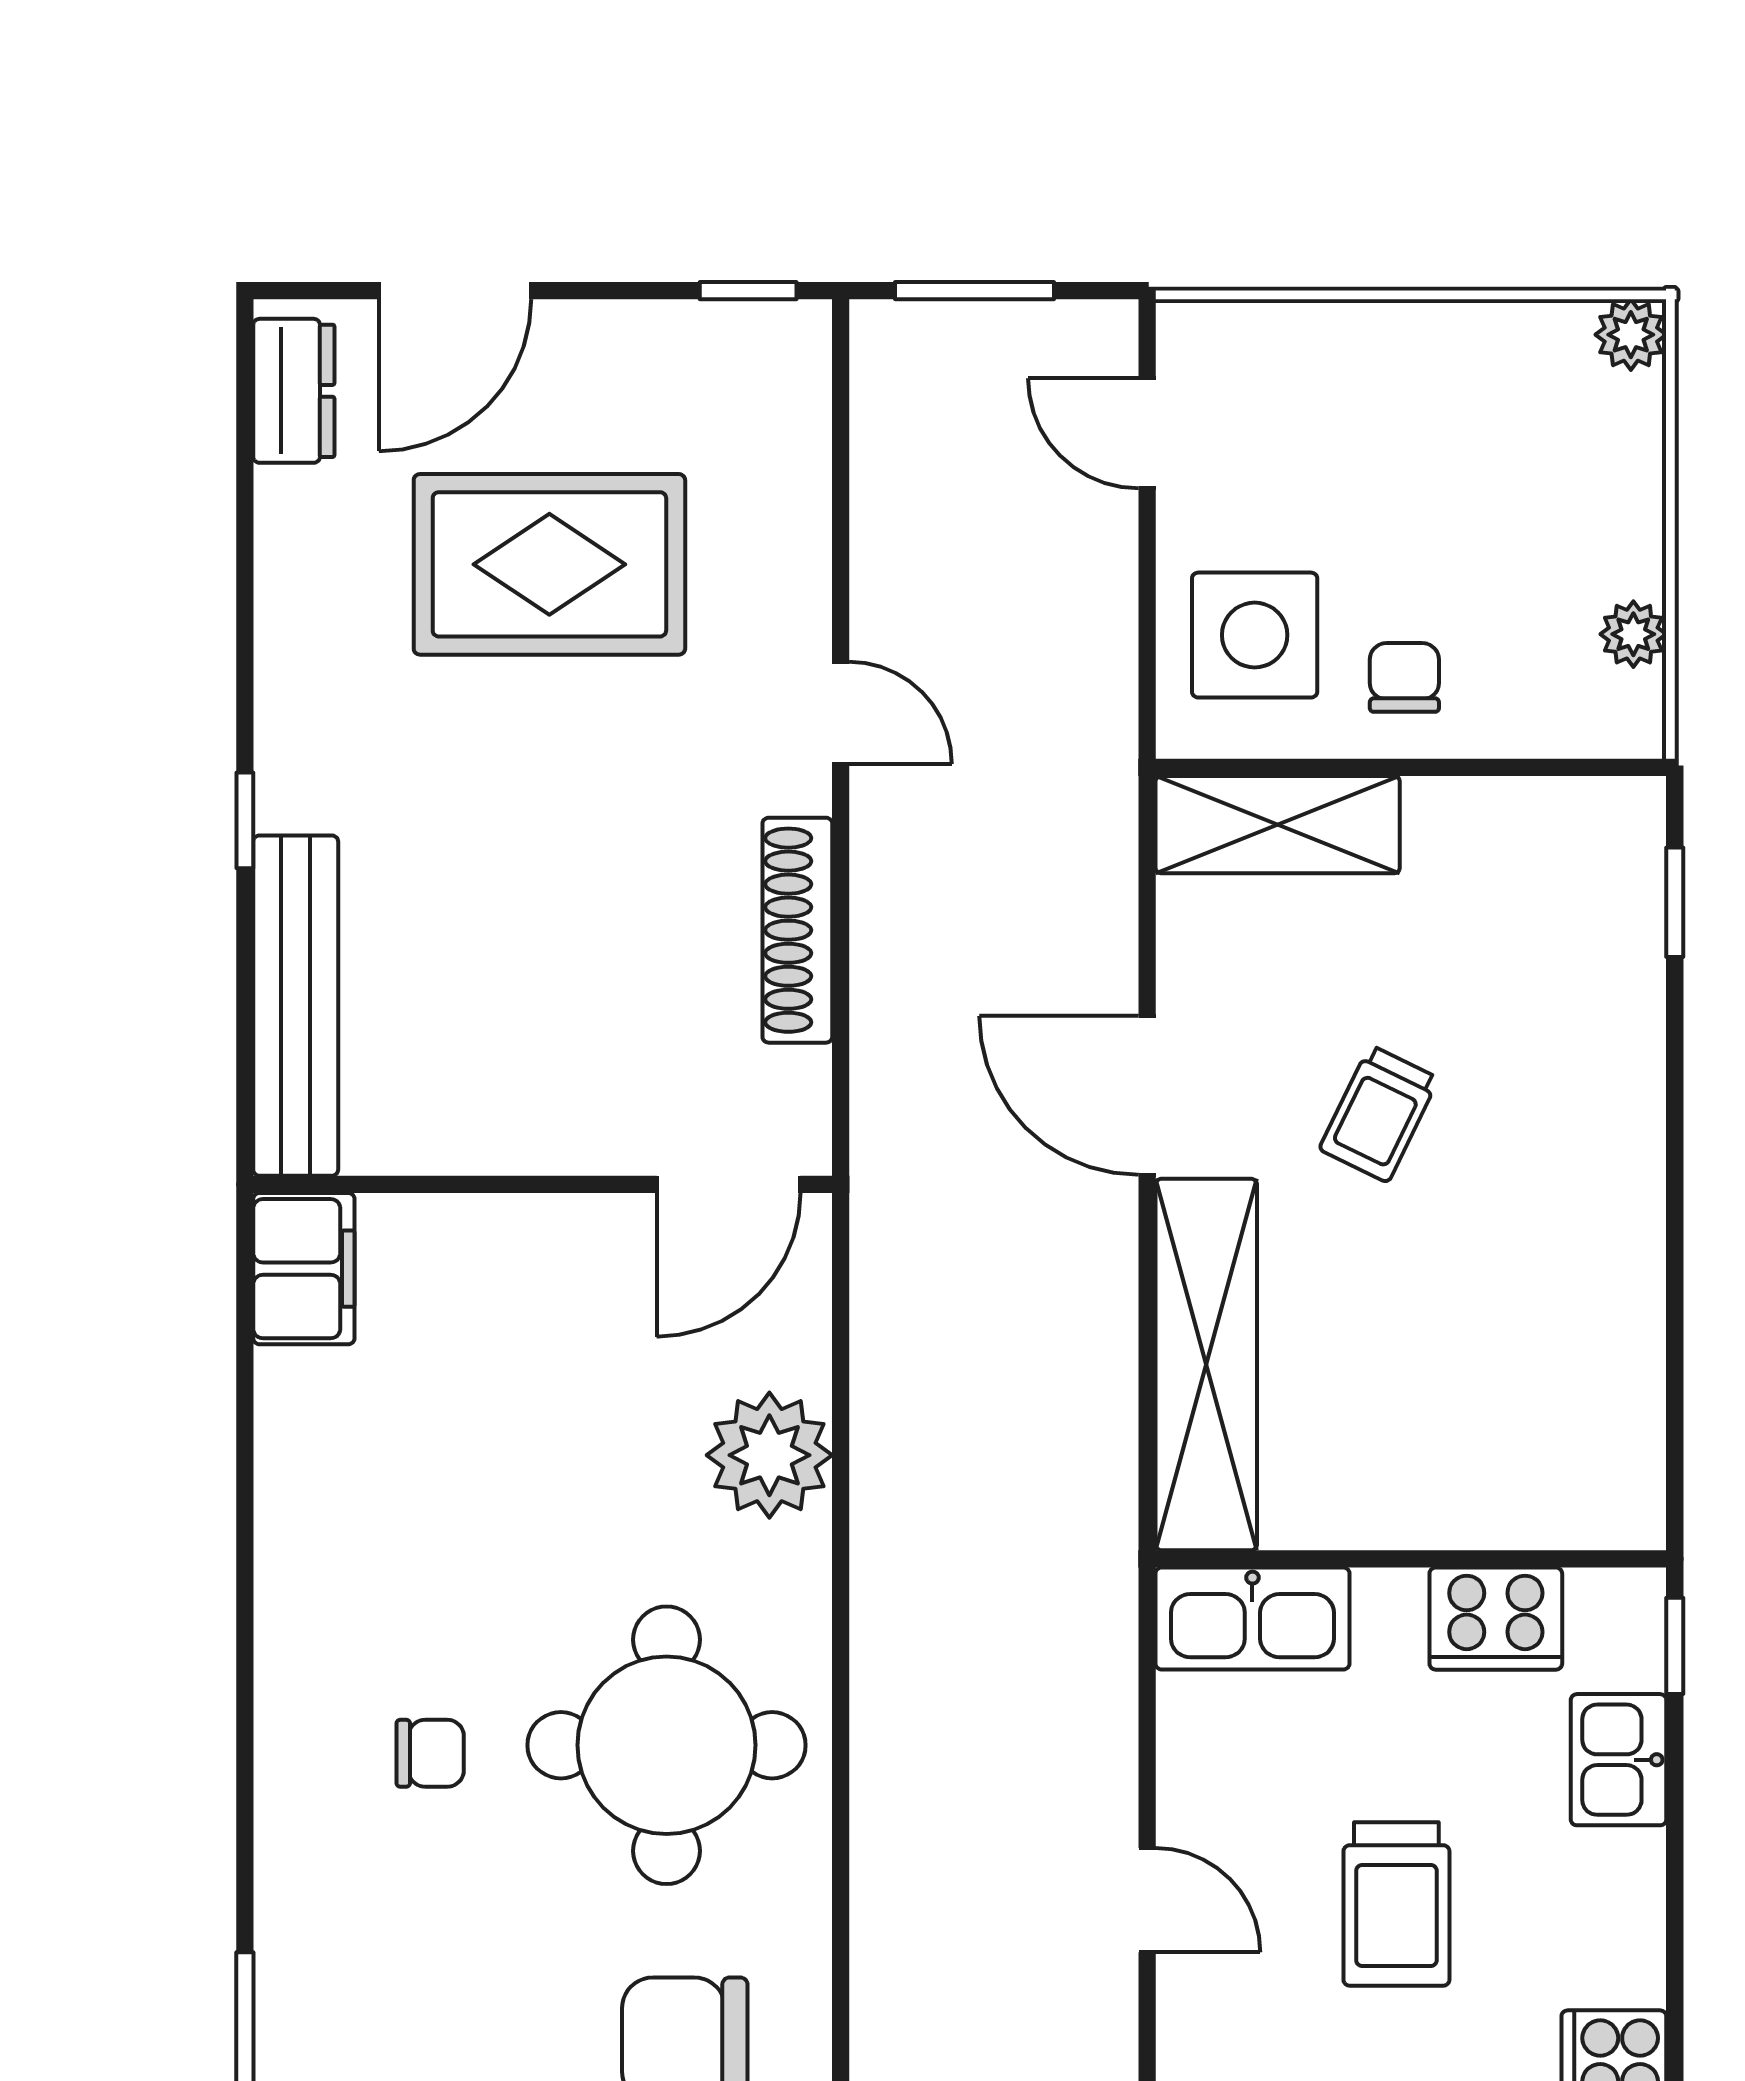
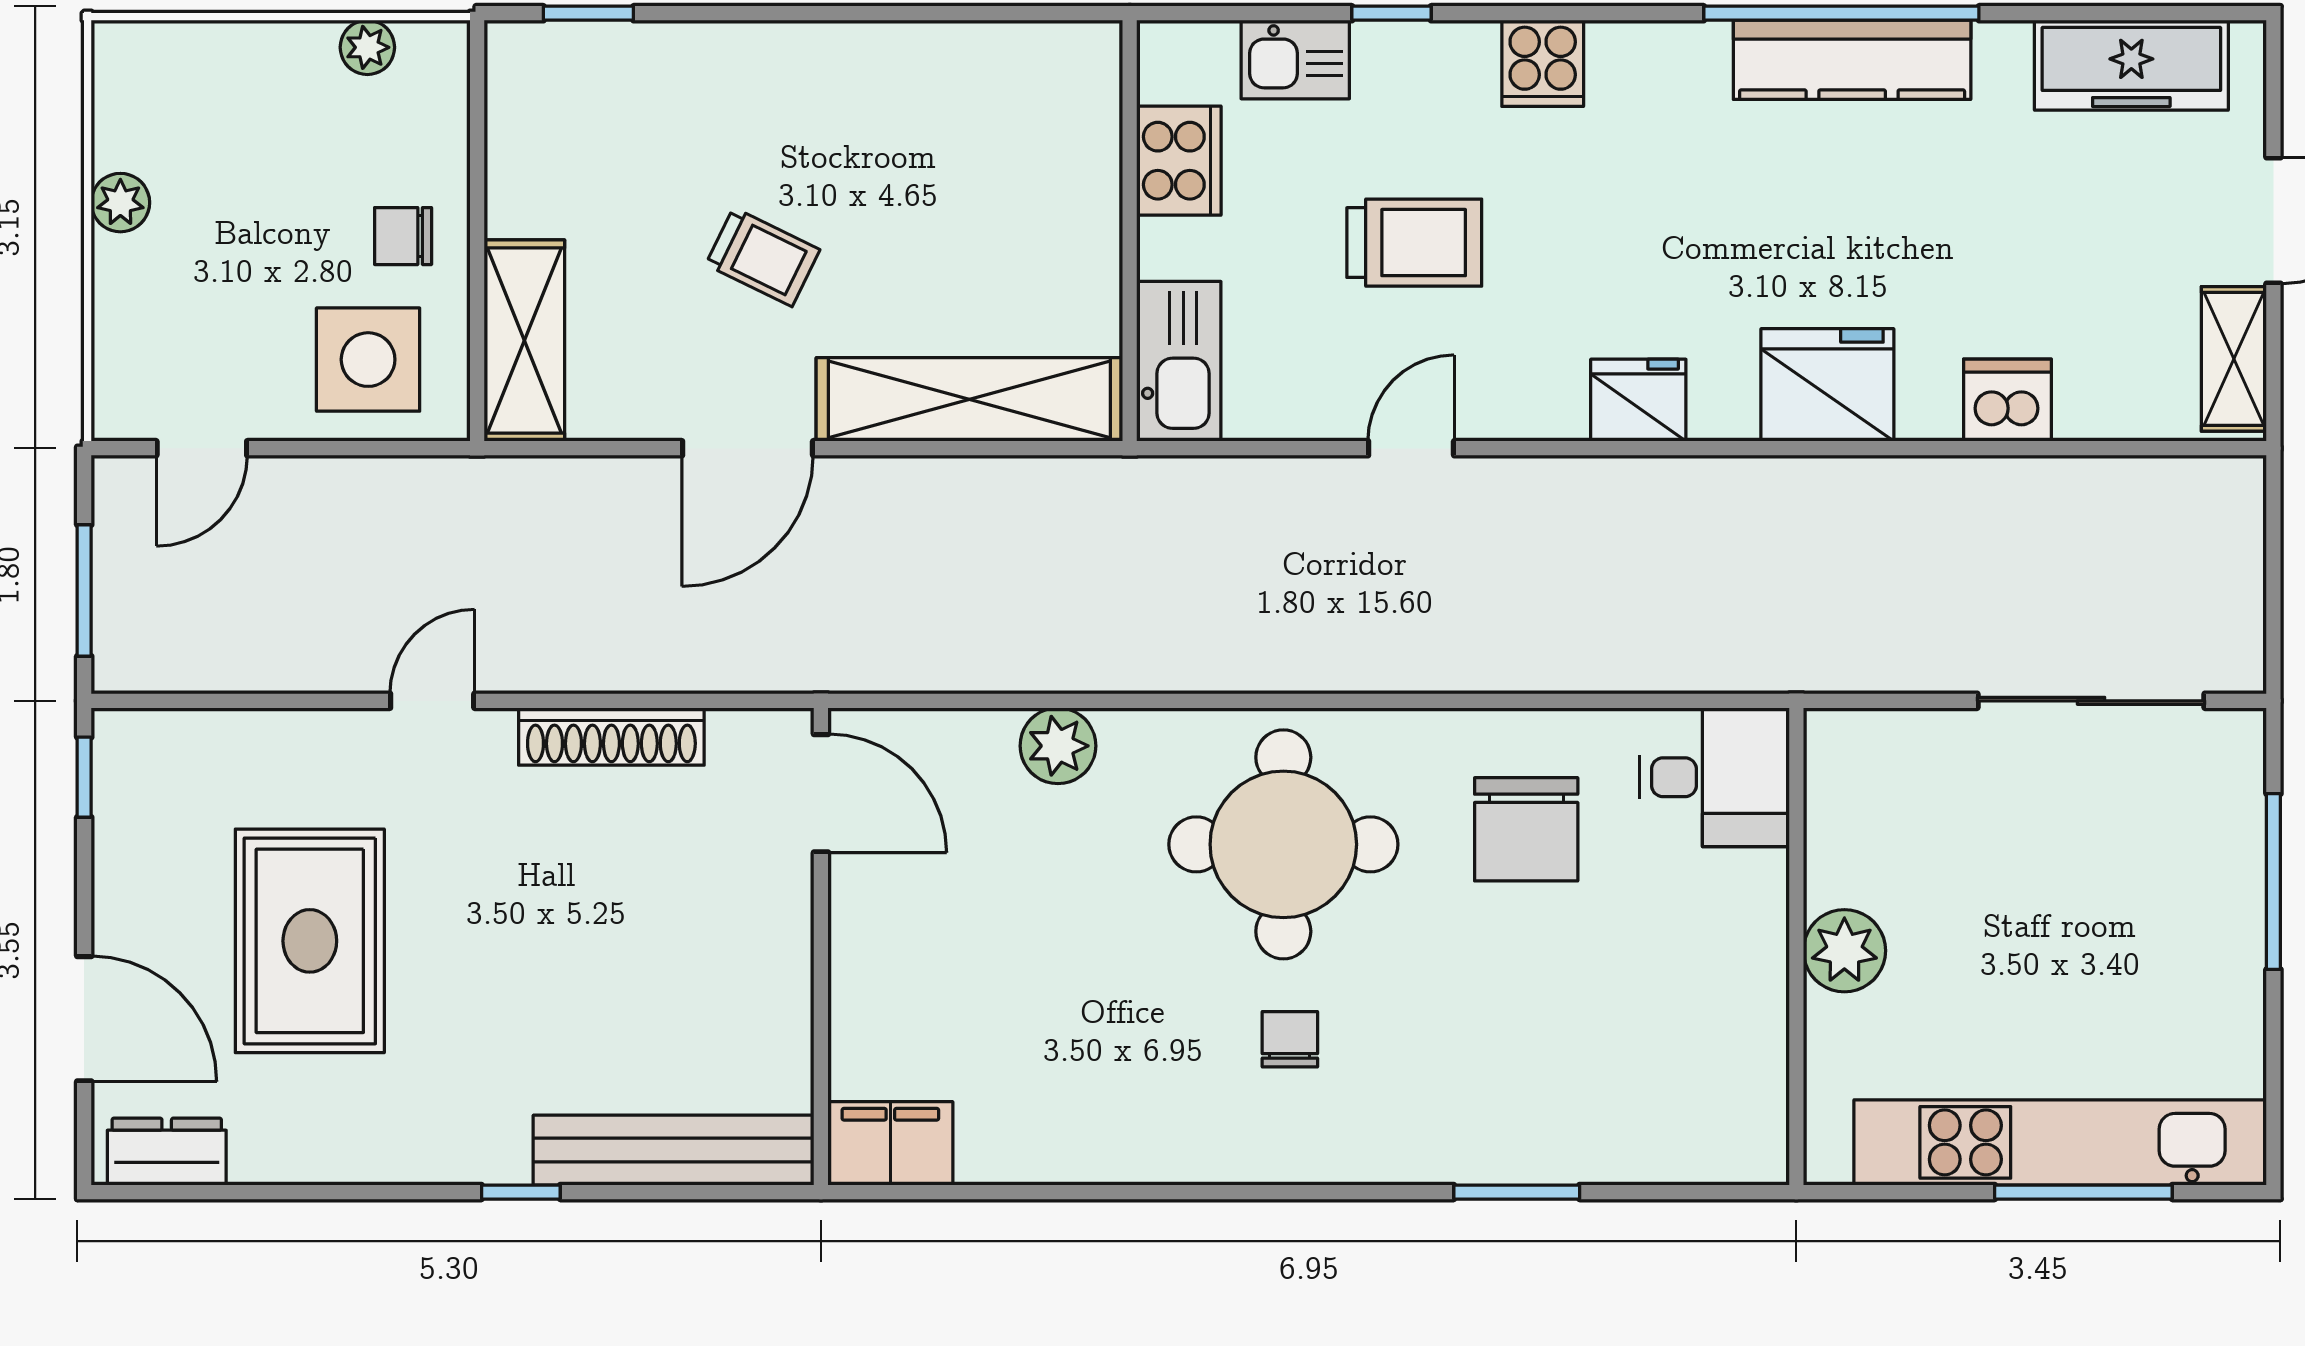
plant: (1631, 335) -> (120, 203), moved
plant: (769, 1455) -> (1058, 746), width x0.73, depth x0.73
window: (1675, 1646) -> (1392, 13), moved

